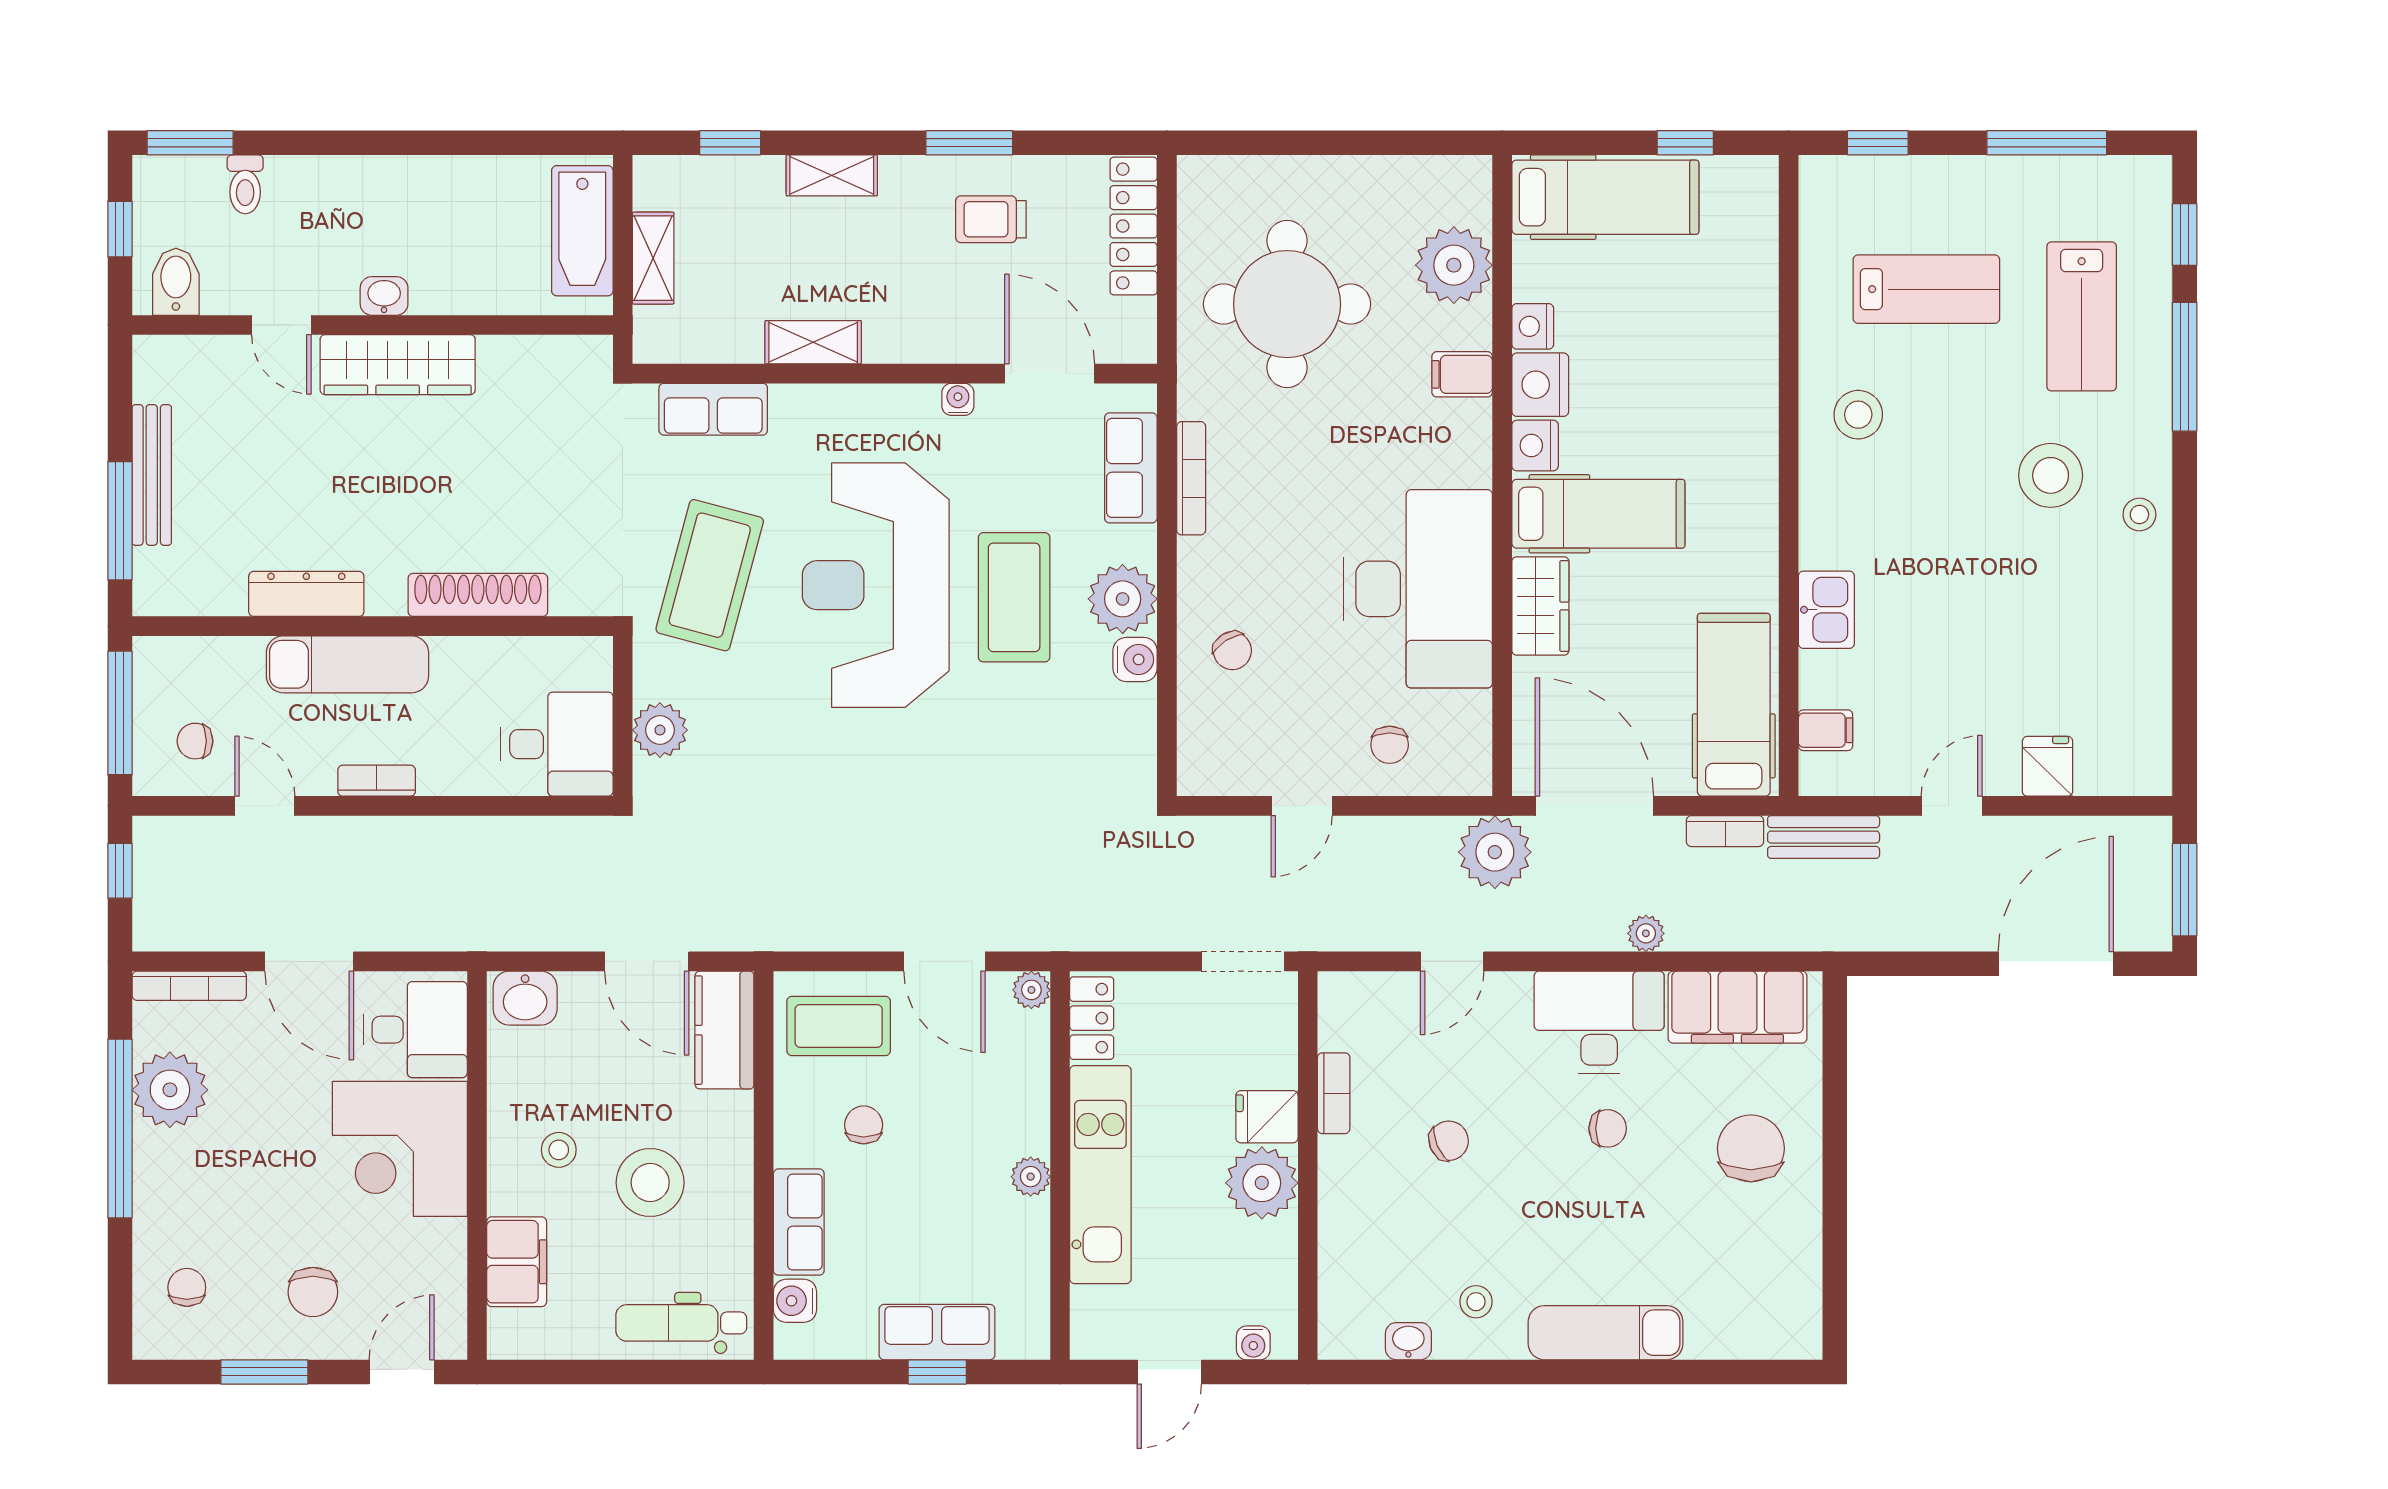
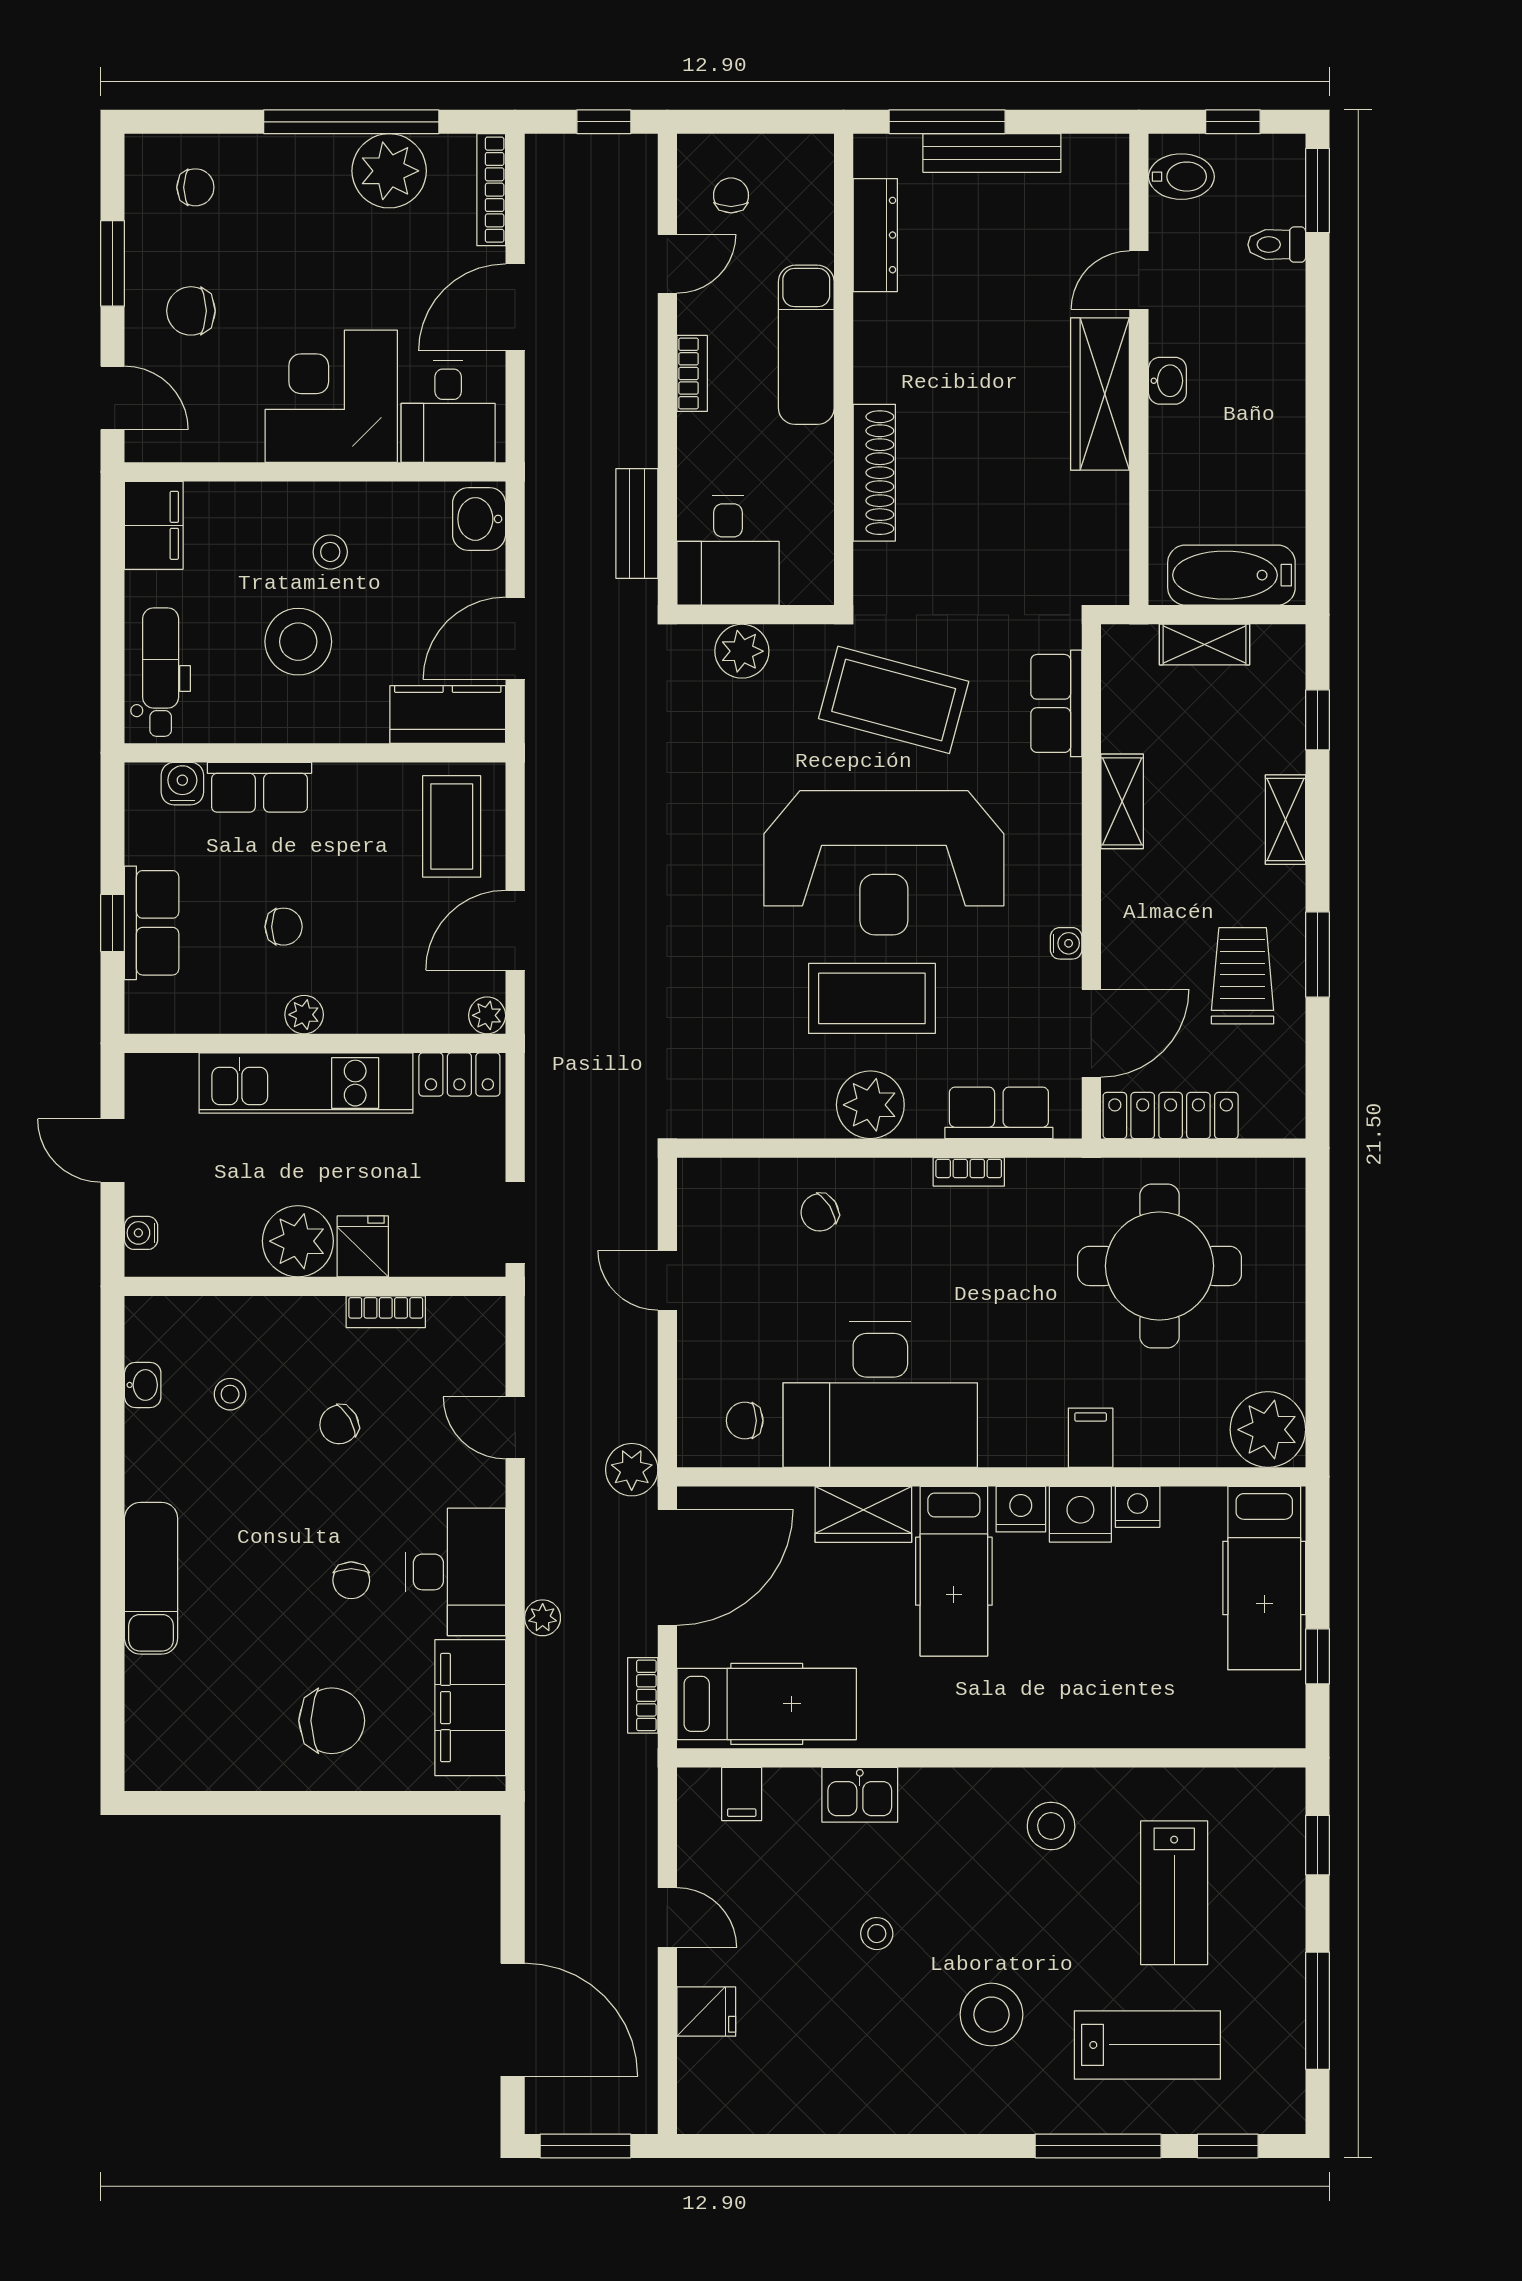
trolley: (991, 219) -> (1243, 976), width x1.36, depth x1.39
locker: (1134, 226) -> (1171, 1116), moved
plant: (1454, 265) -> (1268, 1430), moved
lab bench: (2082, 316) -> (1147, 2045), turned 180
bookcase: (1191, 478) -> (969, 1172), width x0.64
stool: (2139, 514) -> (877, 1934), moved
reception desk: (876, 585) -> (884, 863), turned 180
dresser: (306, 594) -> (875, 235), moved
water cooler: (1135, 659) -> (811, 1117), removed
window: (120, 713) -> (759, 122), removed
chair: (1390, 745) -> (745, 1421), moved
bench: (1824, 837) -> (637, 523), moved
plant: (1495, 852) -> (632, 1470), width x0.73, depth x0.73
chair: (864, 1125) -> (284, 927), moved
chair: (1449, 1141) -> (339, 1424), turned 83
filing cabinet: (517, 1262) -> (154, 525), moved, turned -90
stool: (1476, 1302) -> (230, 1394), moved

